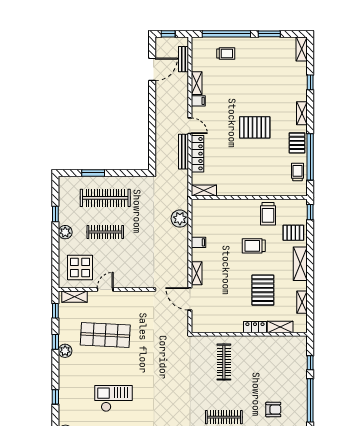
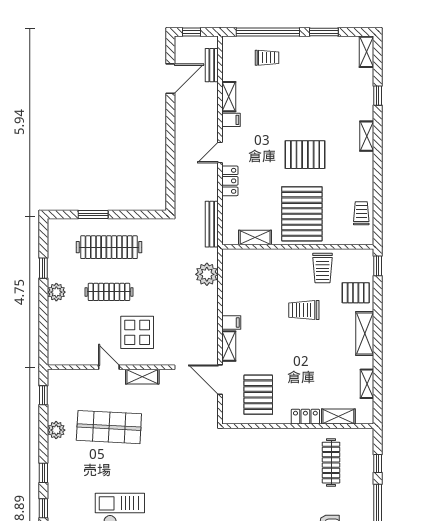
door: (190, 126) -> (220, 153), swing flipped
pallet: (297, 143) -> (302, 214), moved, width x2.05, depth x2.00
bench: (184, 152) -> (212, 224), moved
locker: (197, 154) -> (230, 181), width x0.66
window: (310, 157) -> (378, 193), removed
shelving: (204, 190) -> (255, 237), moved
filing cabinet: (198, 242) -> (231, 323), moved
display table: (80, 267) -> (137, 332), moved
door: (105, 289) -> (109, 367), hinge flipped
pallet: (263, 290) -> (258, 395), moved
shelving: (74, 297) -> (142, 377), moved
window: (55, 342) -> (43, 473), moved
plant: (65, 351) -> (56, 430), moved
clothes rail: (224, 362) -> (331, 463), moved

